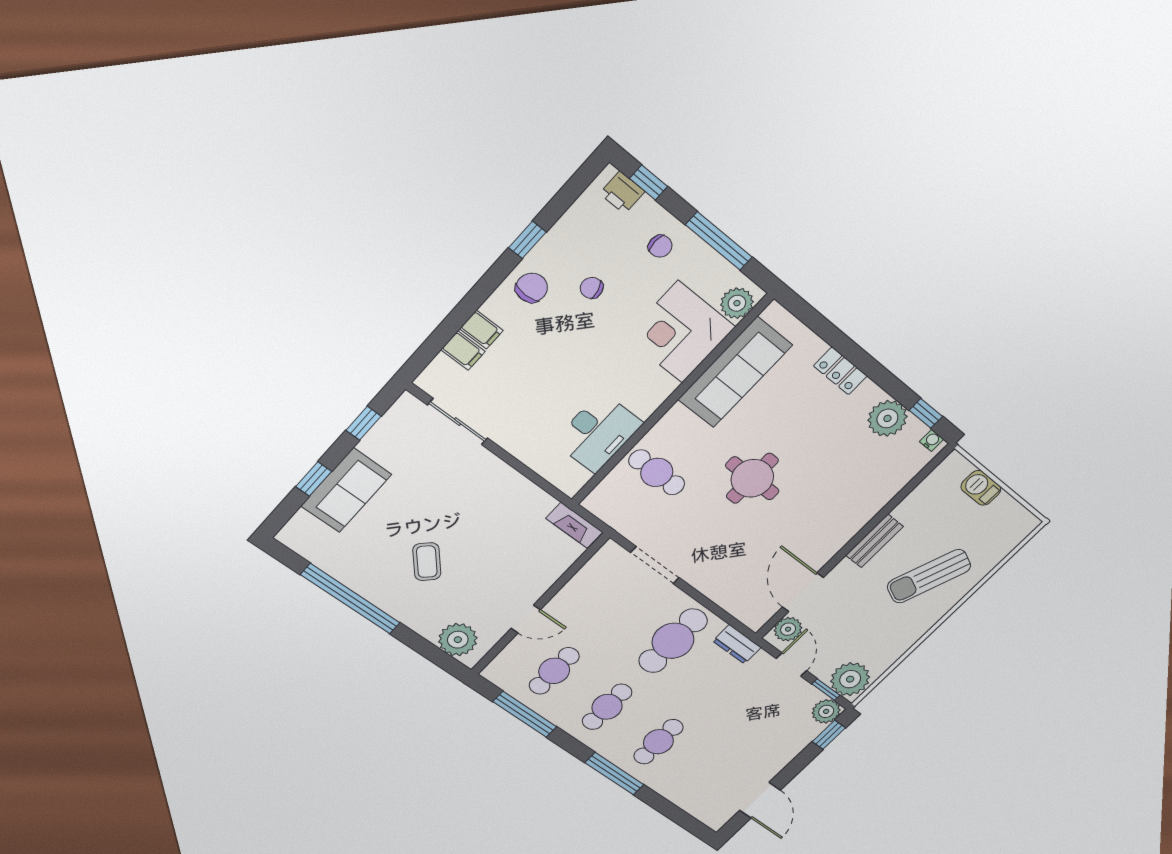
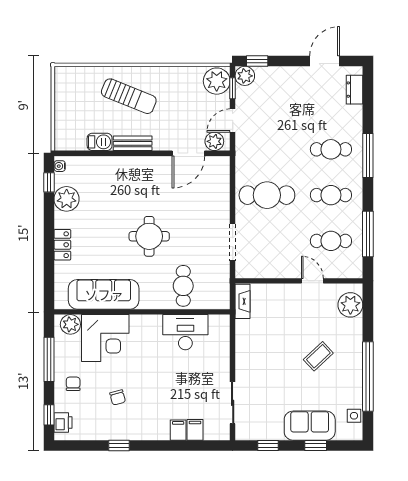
chair: (532, 288) -> (140, 425), removed
barbecue: (981, 488) -> (100, 142), moved, turned -90
side table: (314, 549) -> (354, 416), added
dresser: (737, 644) -> (355, 90), moved, turned 180

